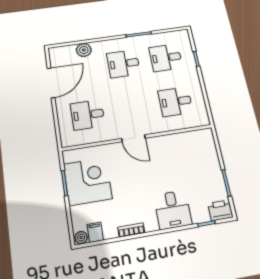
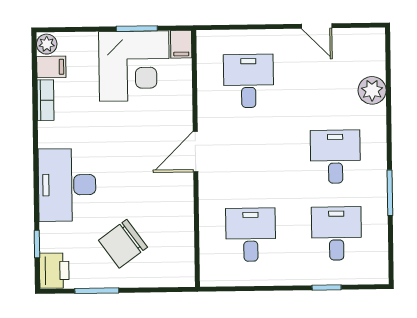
door: (51, 83) -> (317, 26), width x0.53
filing cabinet: (71, 156) -> (181, 44), added
chair: (195, 172) -> (123, 244), added
desk: (173, 210) -> (67, 185), width x1.37
bookcase: (131, 230) -> (46, 100), moved

